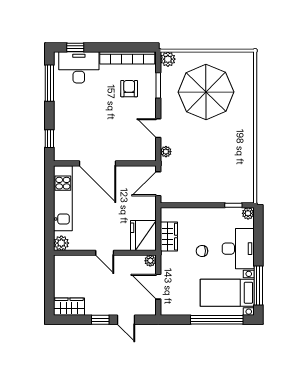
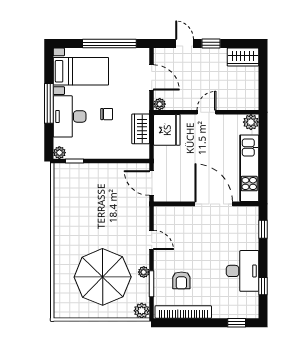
desk: (79, 67) -> (243, 271), moved, turned -90
window: (49, 83) -> (263, 286), width x0.46
plant: (166, 152) -> (144, 272), moved
door: (158, 184) -> (152, 183), swing flipped
door: (105, 253) -> (207, 112), hinge flipped
window: (258, 286) -> (49, 103), moved
window: (217, 320) -> (109, 44), moved

